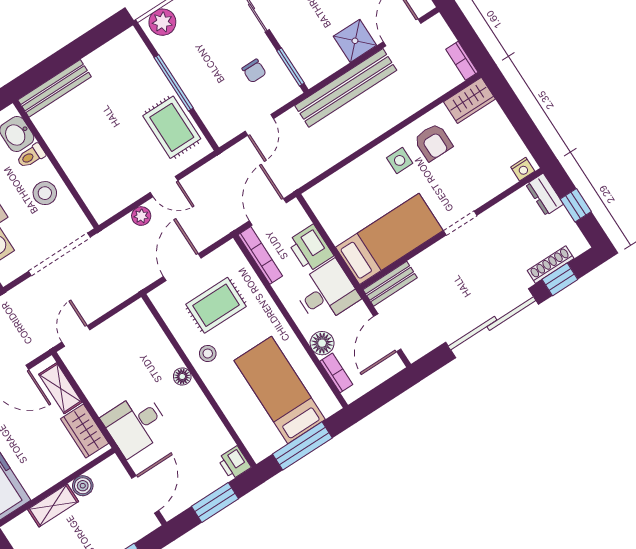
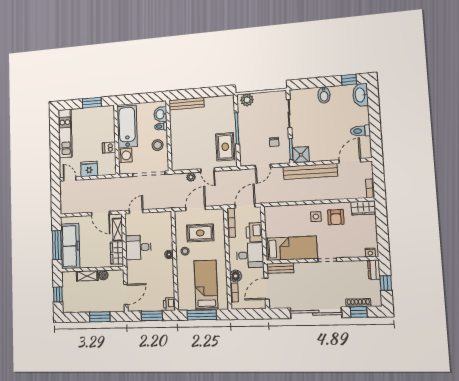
shower: (355, 41) -> (301, 155), moved
desk: (136, 424) -> (138, 247), moved

